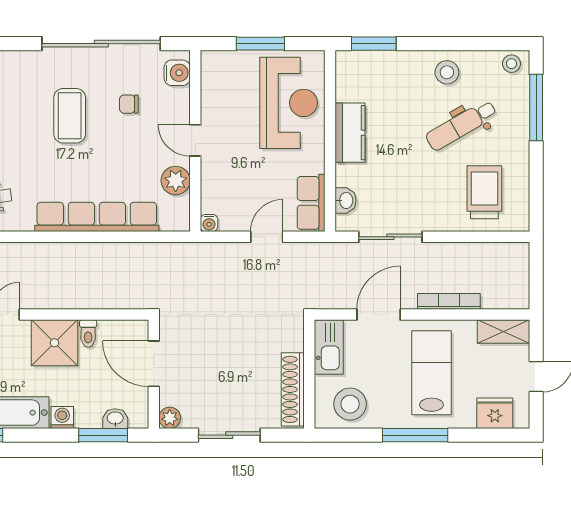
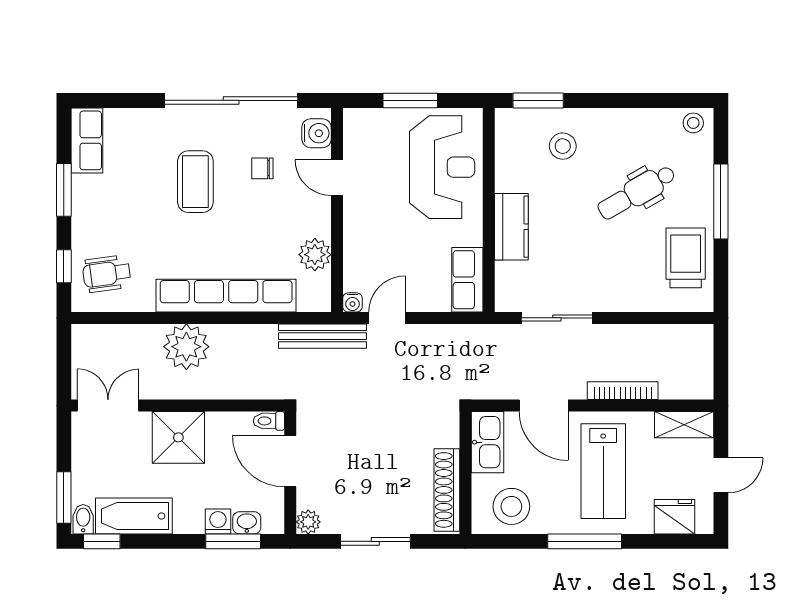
stool: (447, 72) -> (563, 146), moved
window: (536, 108) -> (721, 202), moved
kitchen counter: (350, 133) -> (511, 227), moved
door: (195, 140) -> (337, 178), moved
trolley: (484, 192) -> (686, 258), moved
washbasin: (346, 200) -> (506, 277), removed
door: (267, 237) -> (387, 318), moved
bench: (182, 253) -> (322, 336), added
plant: (62, 262) -> (186, 347), added
door: (379, 315) -> (544, 406), swing flipped
toilet: (88, 334) -> (269, 421), moved, turned 90
lab bench: (432, 373) -> (603, 471), turned 180
washing machine: (62, 417) -> (218, 522), moved

